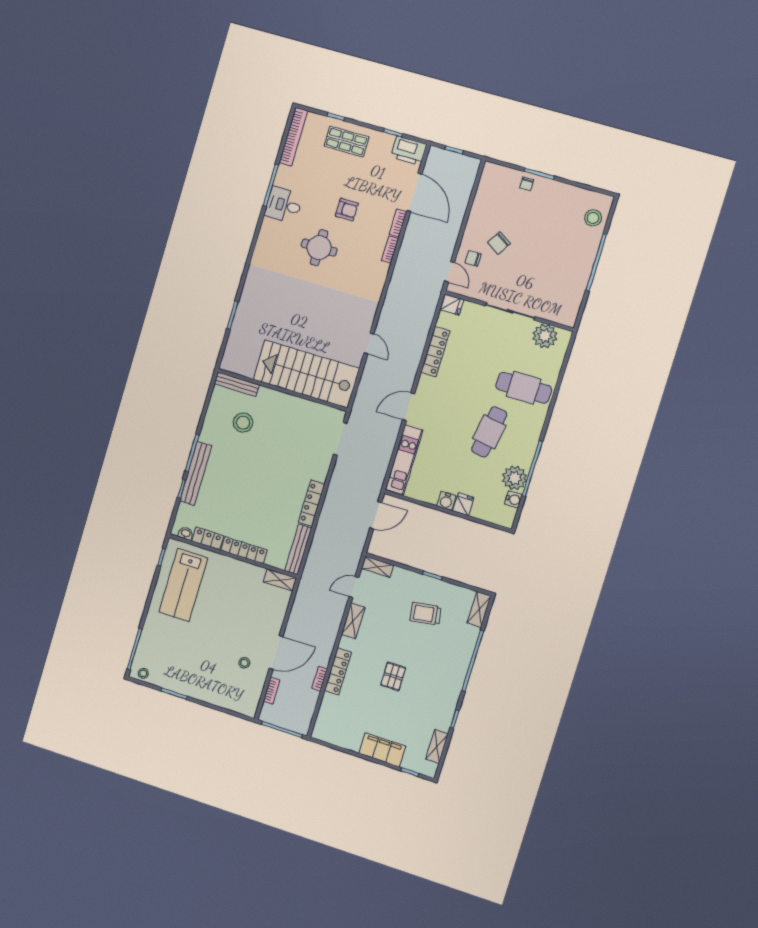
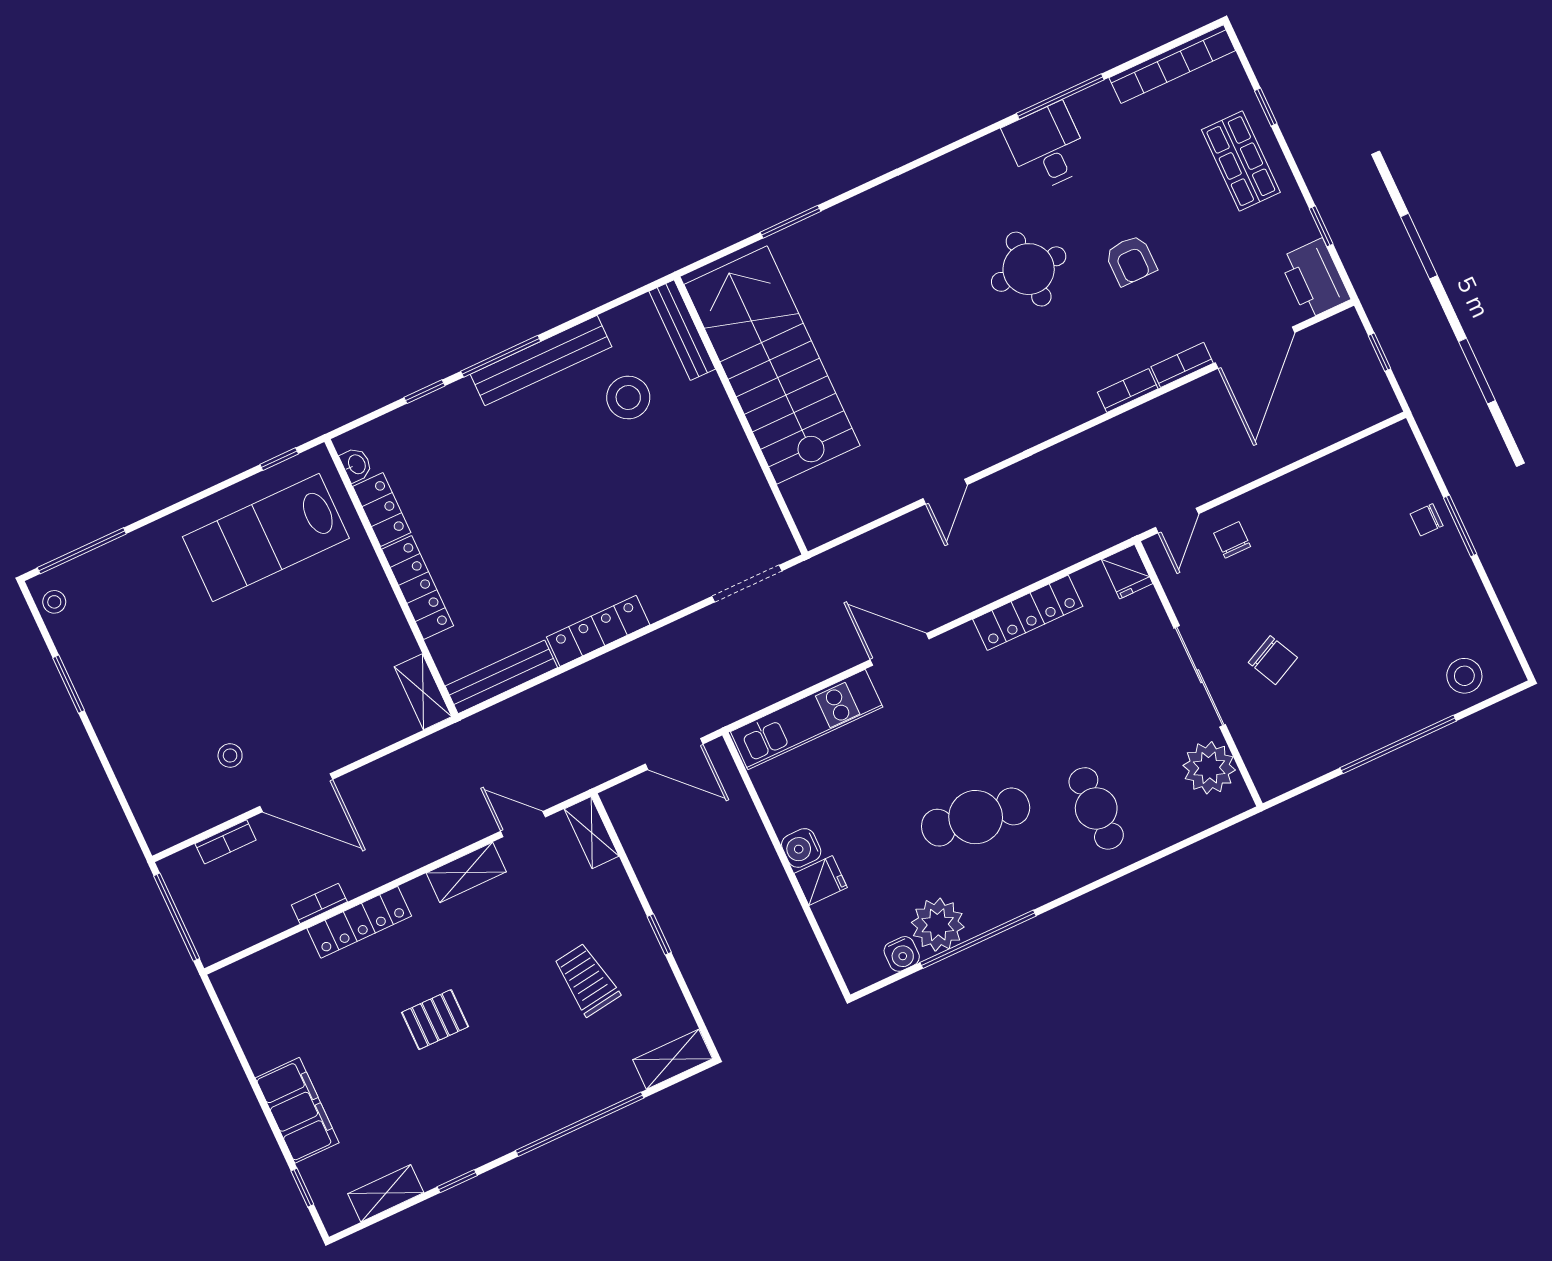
chair: (499, 243) -> (1273, 660), moved, turned -148
stairs: (306, 374) -> (772, 365), moved
cafe table: (524, 388) -> (1096, 808), width x0.73, depth x0.74
bench: (196, 473) -> (541, 361), moved

